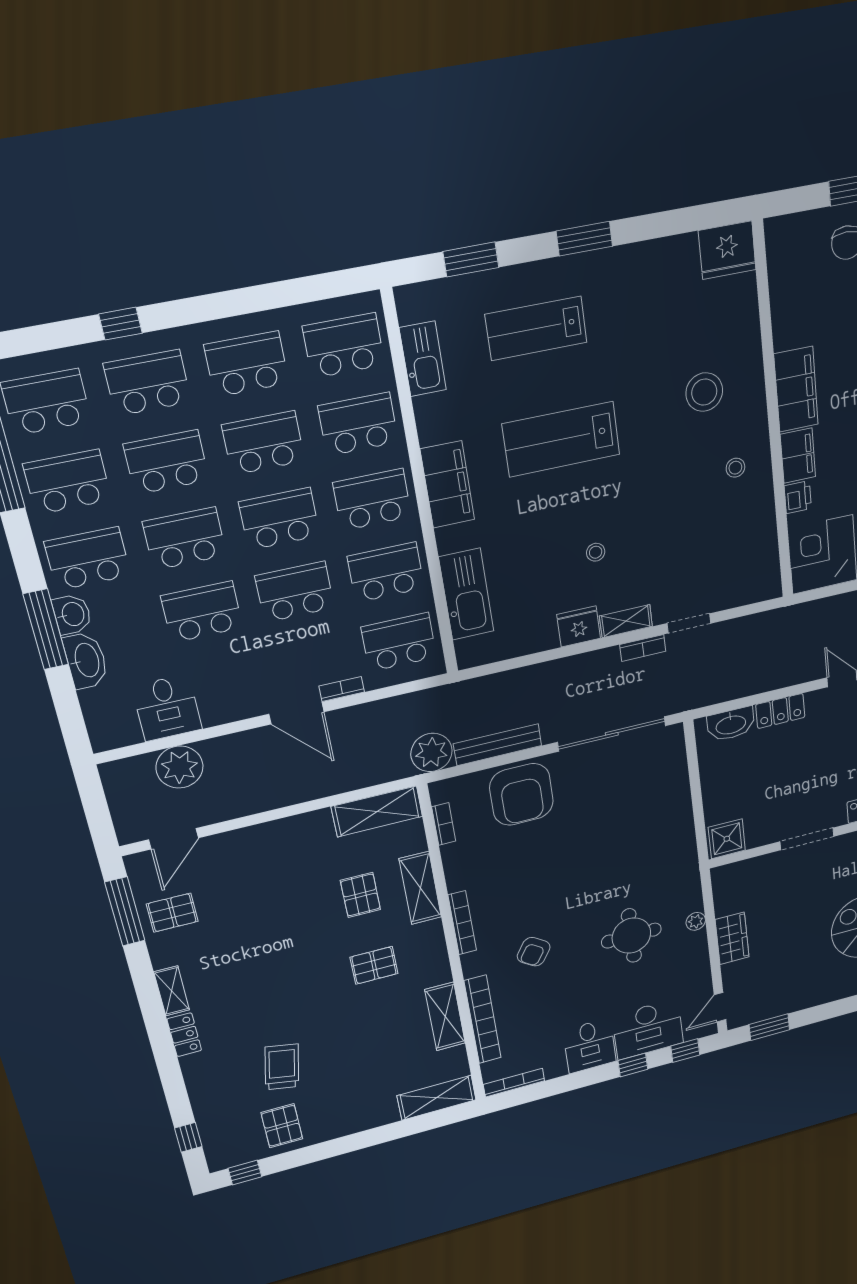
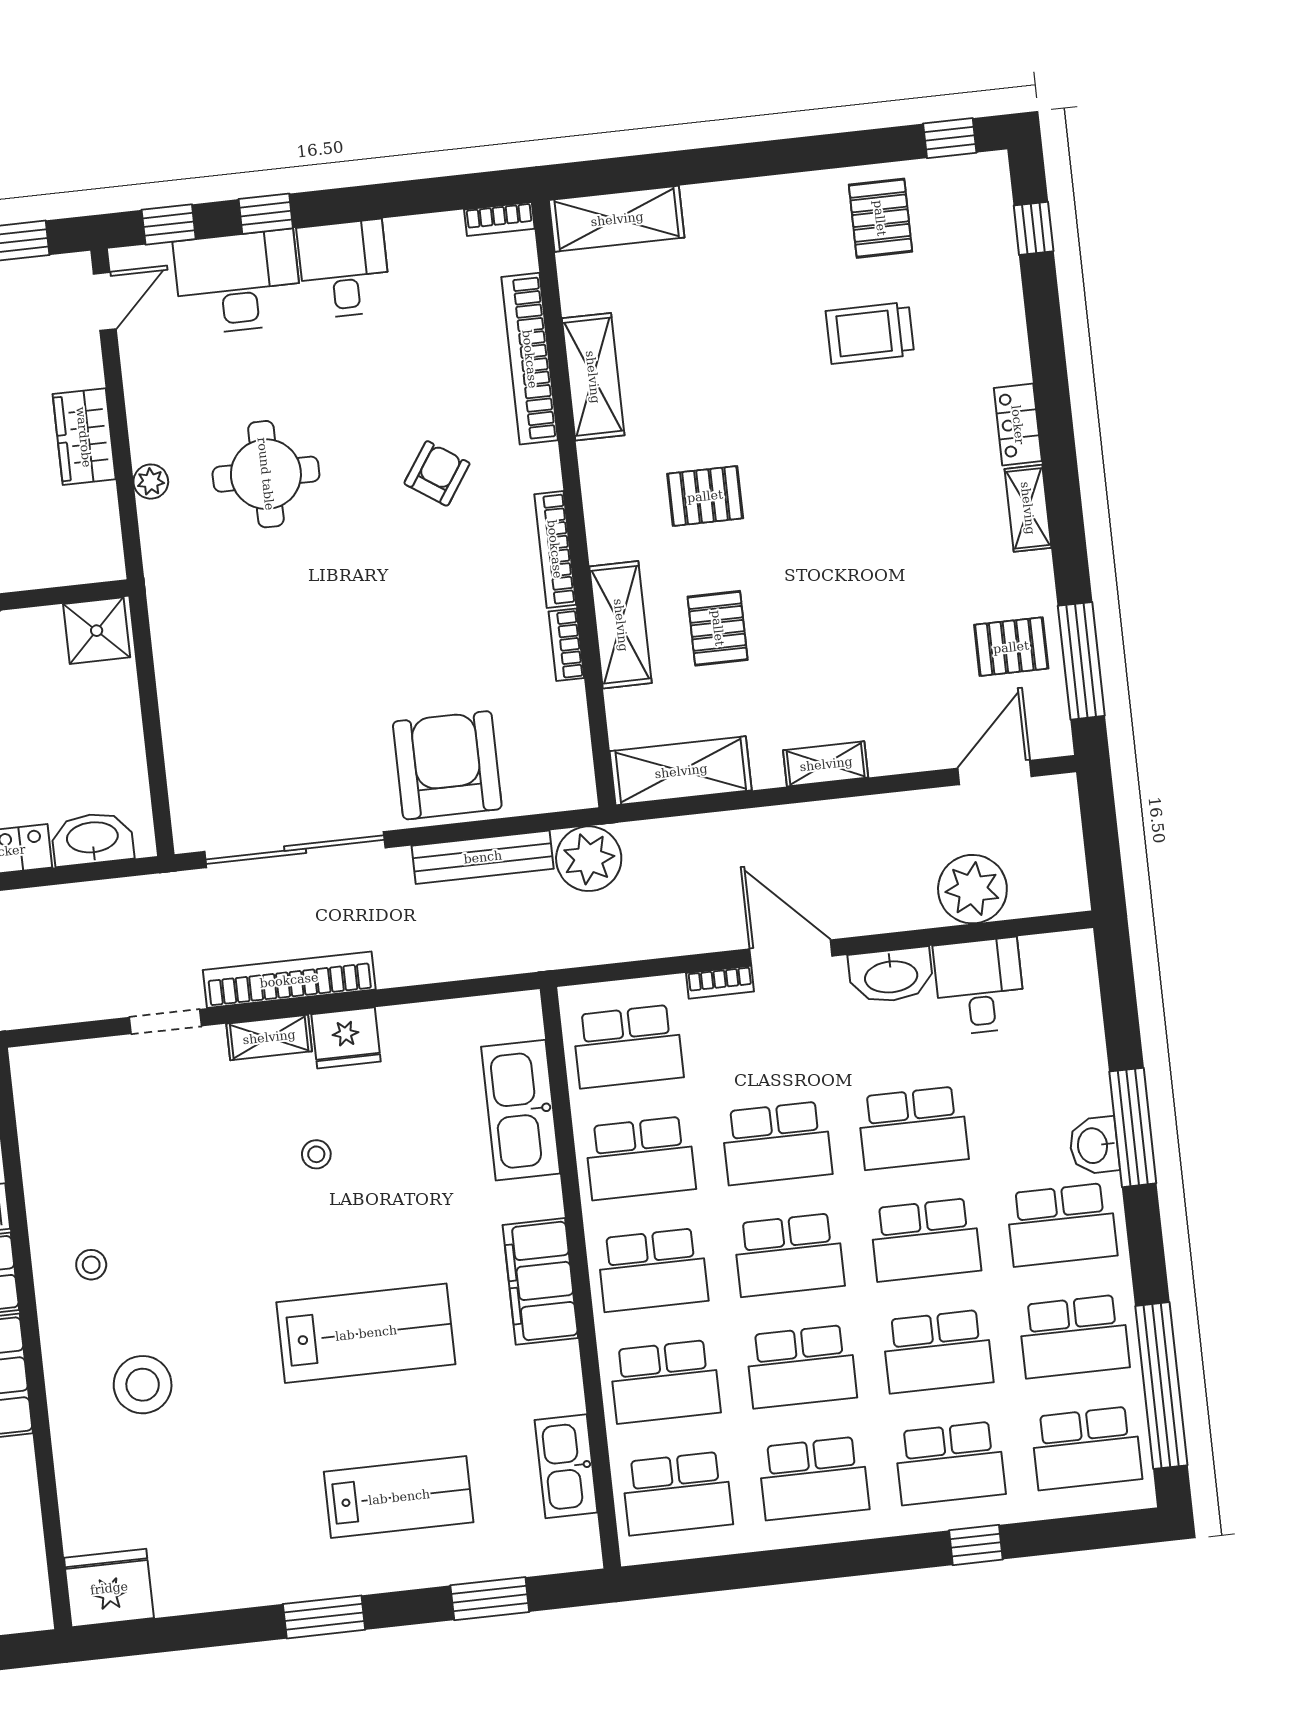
bookcase: (643, 648) -> (289, 980), width x2.31, depth x1.31
washbasin: (86, 660) -> (891, 975), moved, turned -90
bookcase: (444, 824) -> (566, 645), moved
shelving: (285, 828) -> (826, 764), added
trolley: (282, 1067) -> (870, 333), turned 79
bookcase: (514, 1083) -> (499, 219), width x0.64

